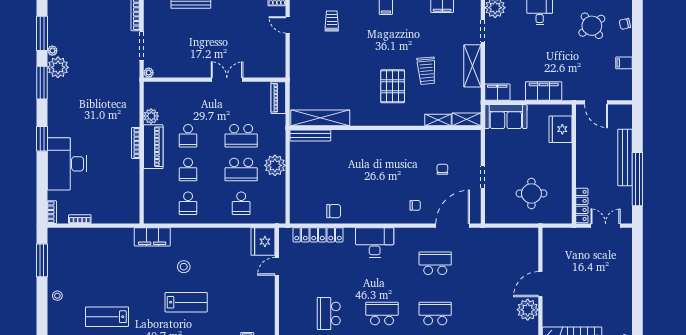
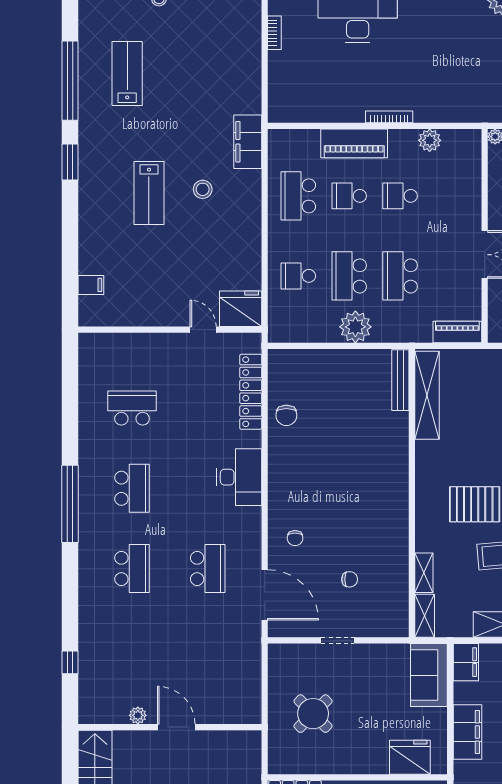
piano: (153, 147) -> (354, 143), moved
round table: (531, 193) -> (313, 714), turned 45
school desk: (188, 203) -> (298, 196), width x1.85
plant: (528, 310) -> (138, 715), width x0.53, depth x0.53

